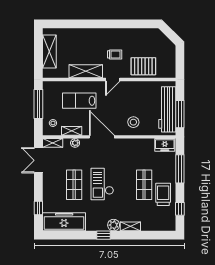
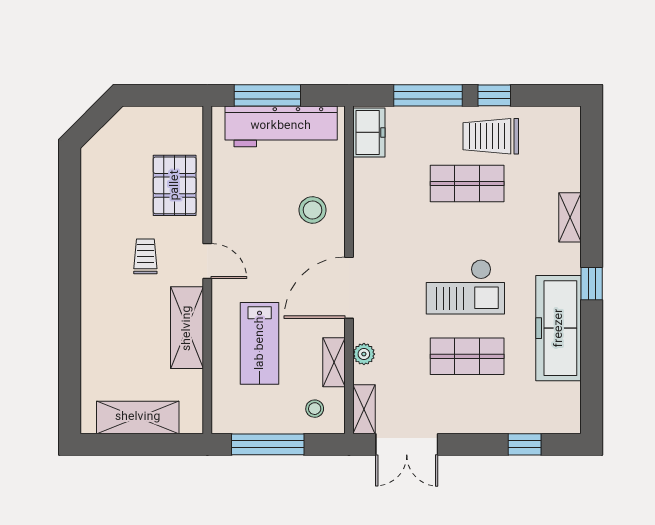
window: (180, 114) -> (267, 95), moved
window: (180, 209) -> (494, 95), moved
freezer: (64, 222) -> (559, 328), moved
plant: (114, 225) -> (567, 259), removed

